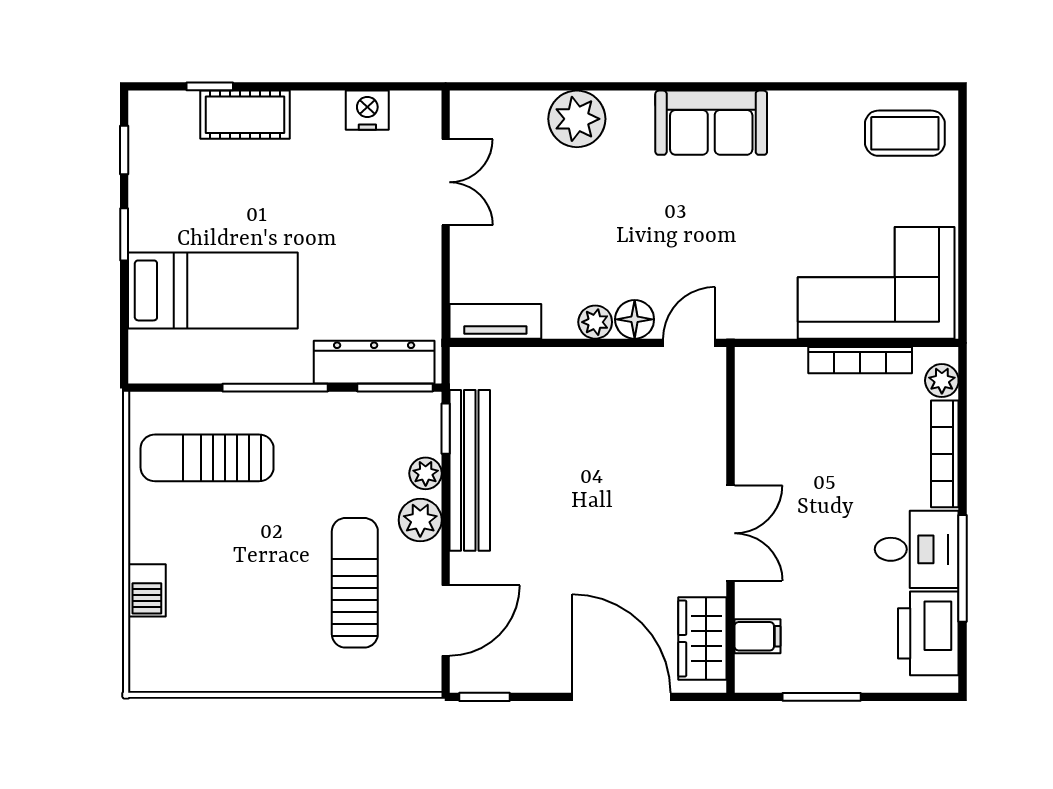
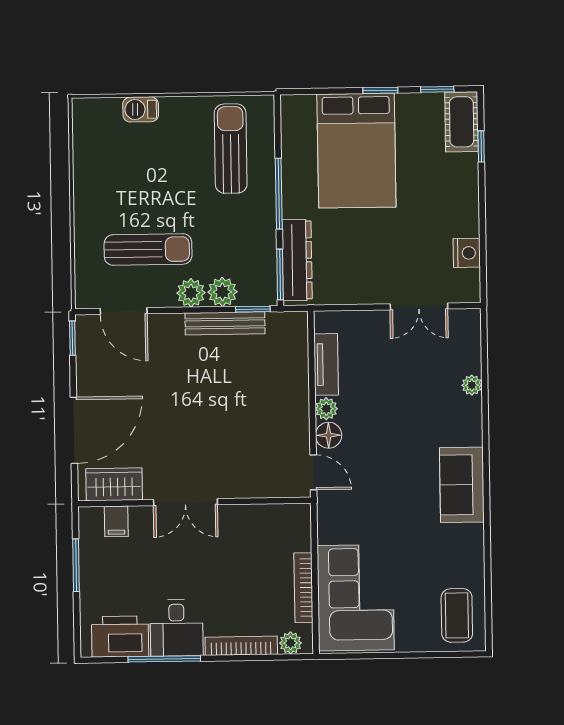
cot: (245, 115) -> (462, 122), moved
plant: (577, 119) -> (472, 385), width x0.53, depth x0.53
bed: (213, 290) -> (356, 151), width x1.50
tv unit: (495, 321) -> (326, 364), moved
bench: (470, 470) -> (225, 323), width x0.73, depth x0.82
plant: (426, 473) -> (222, 292), width x1.38, depth x1.38

